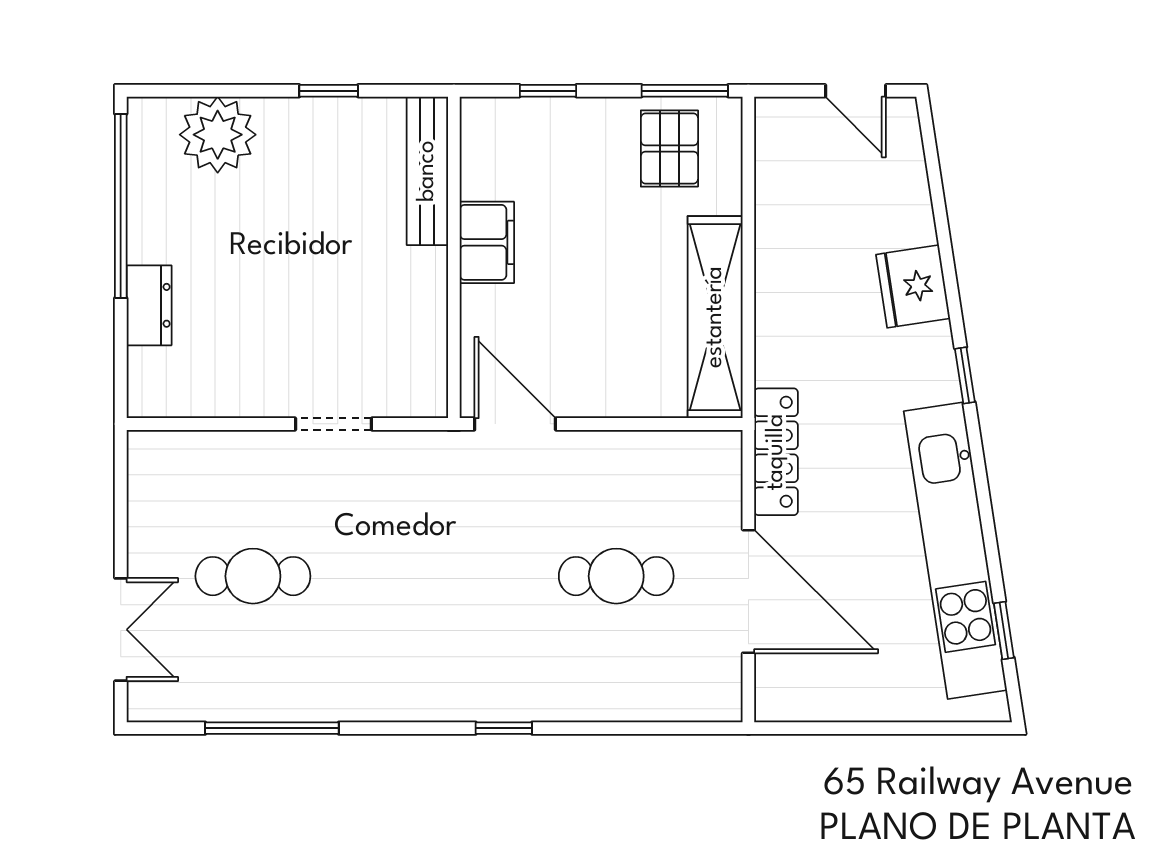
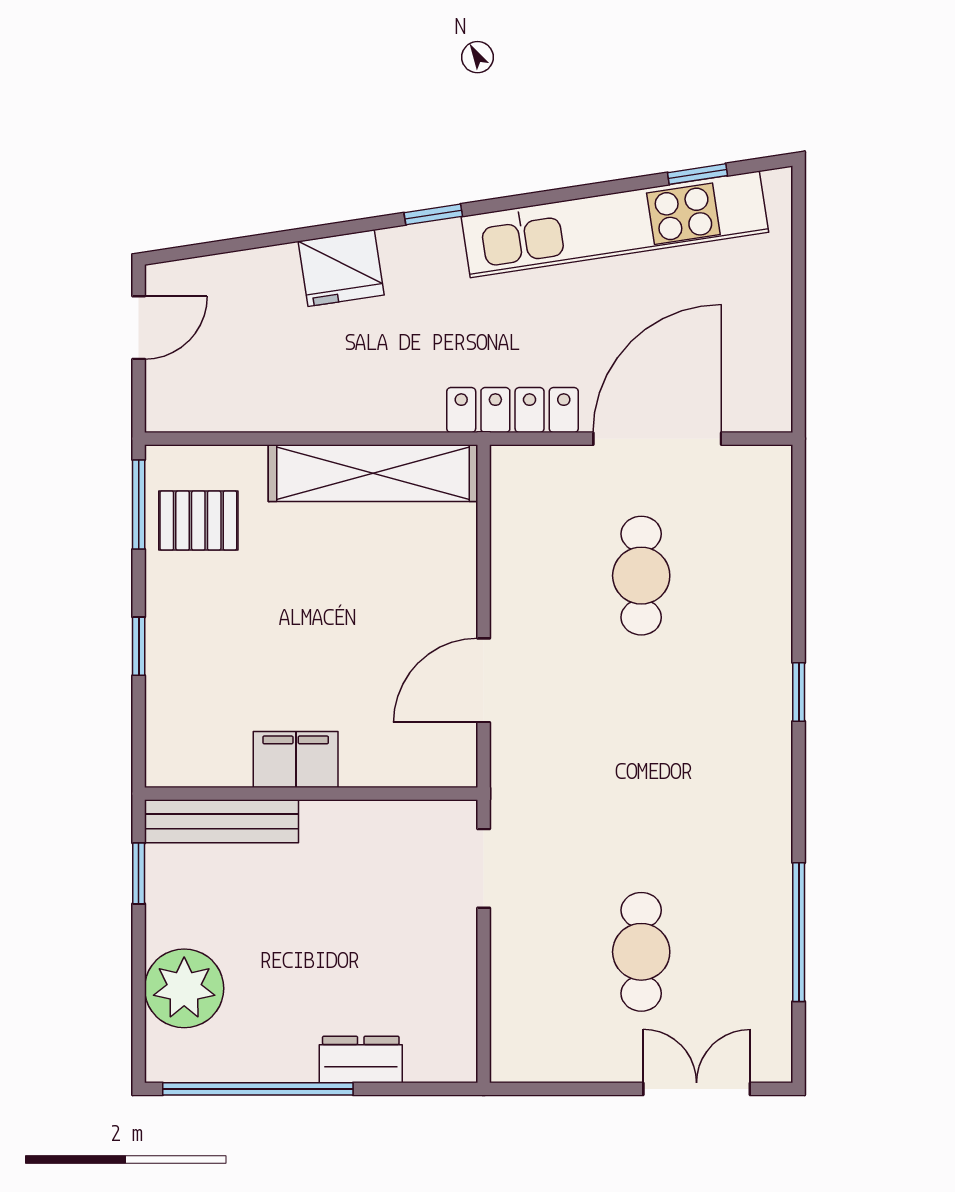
bench: (427, 171) -> (221, 821), moved
filing cabinet: (487, 242) -> (296, 760), moved
wall: (454, 257) -> (311, 794), moved

